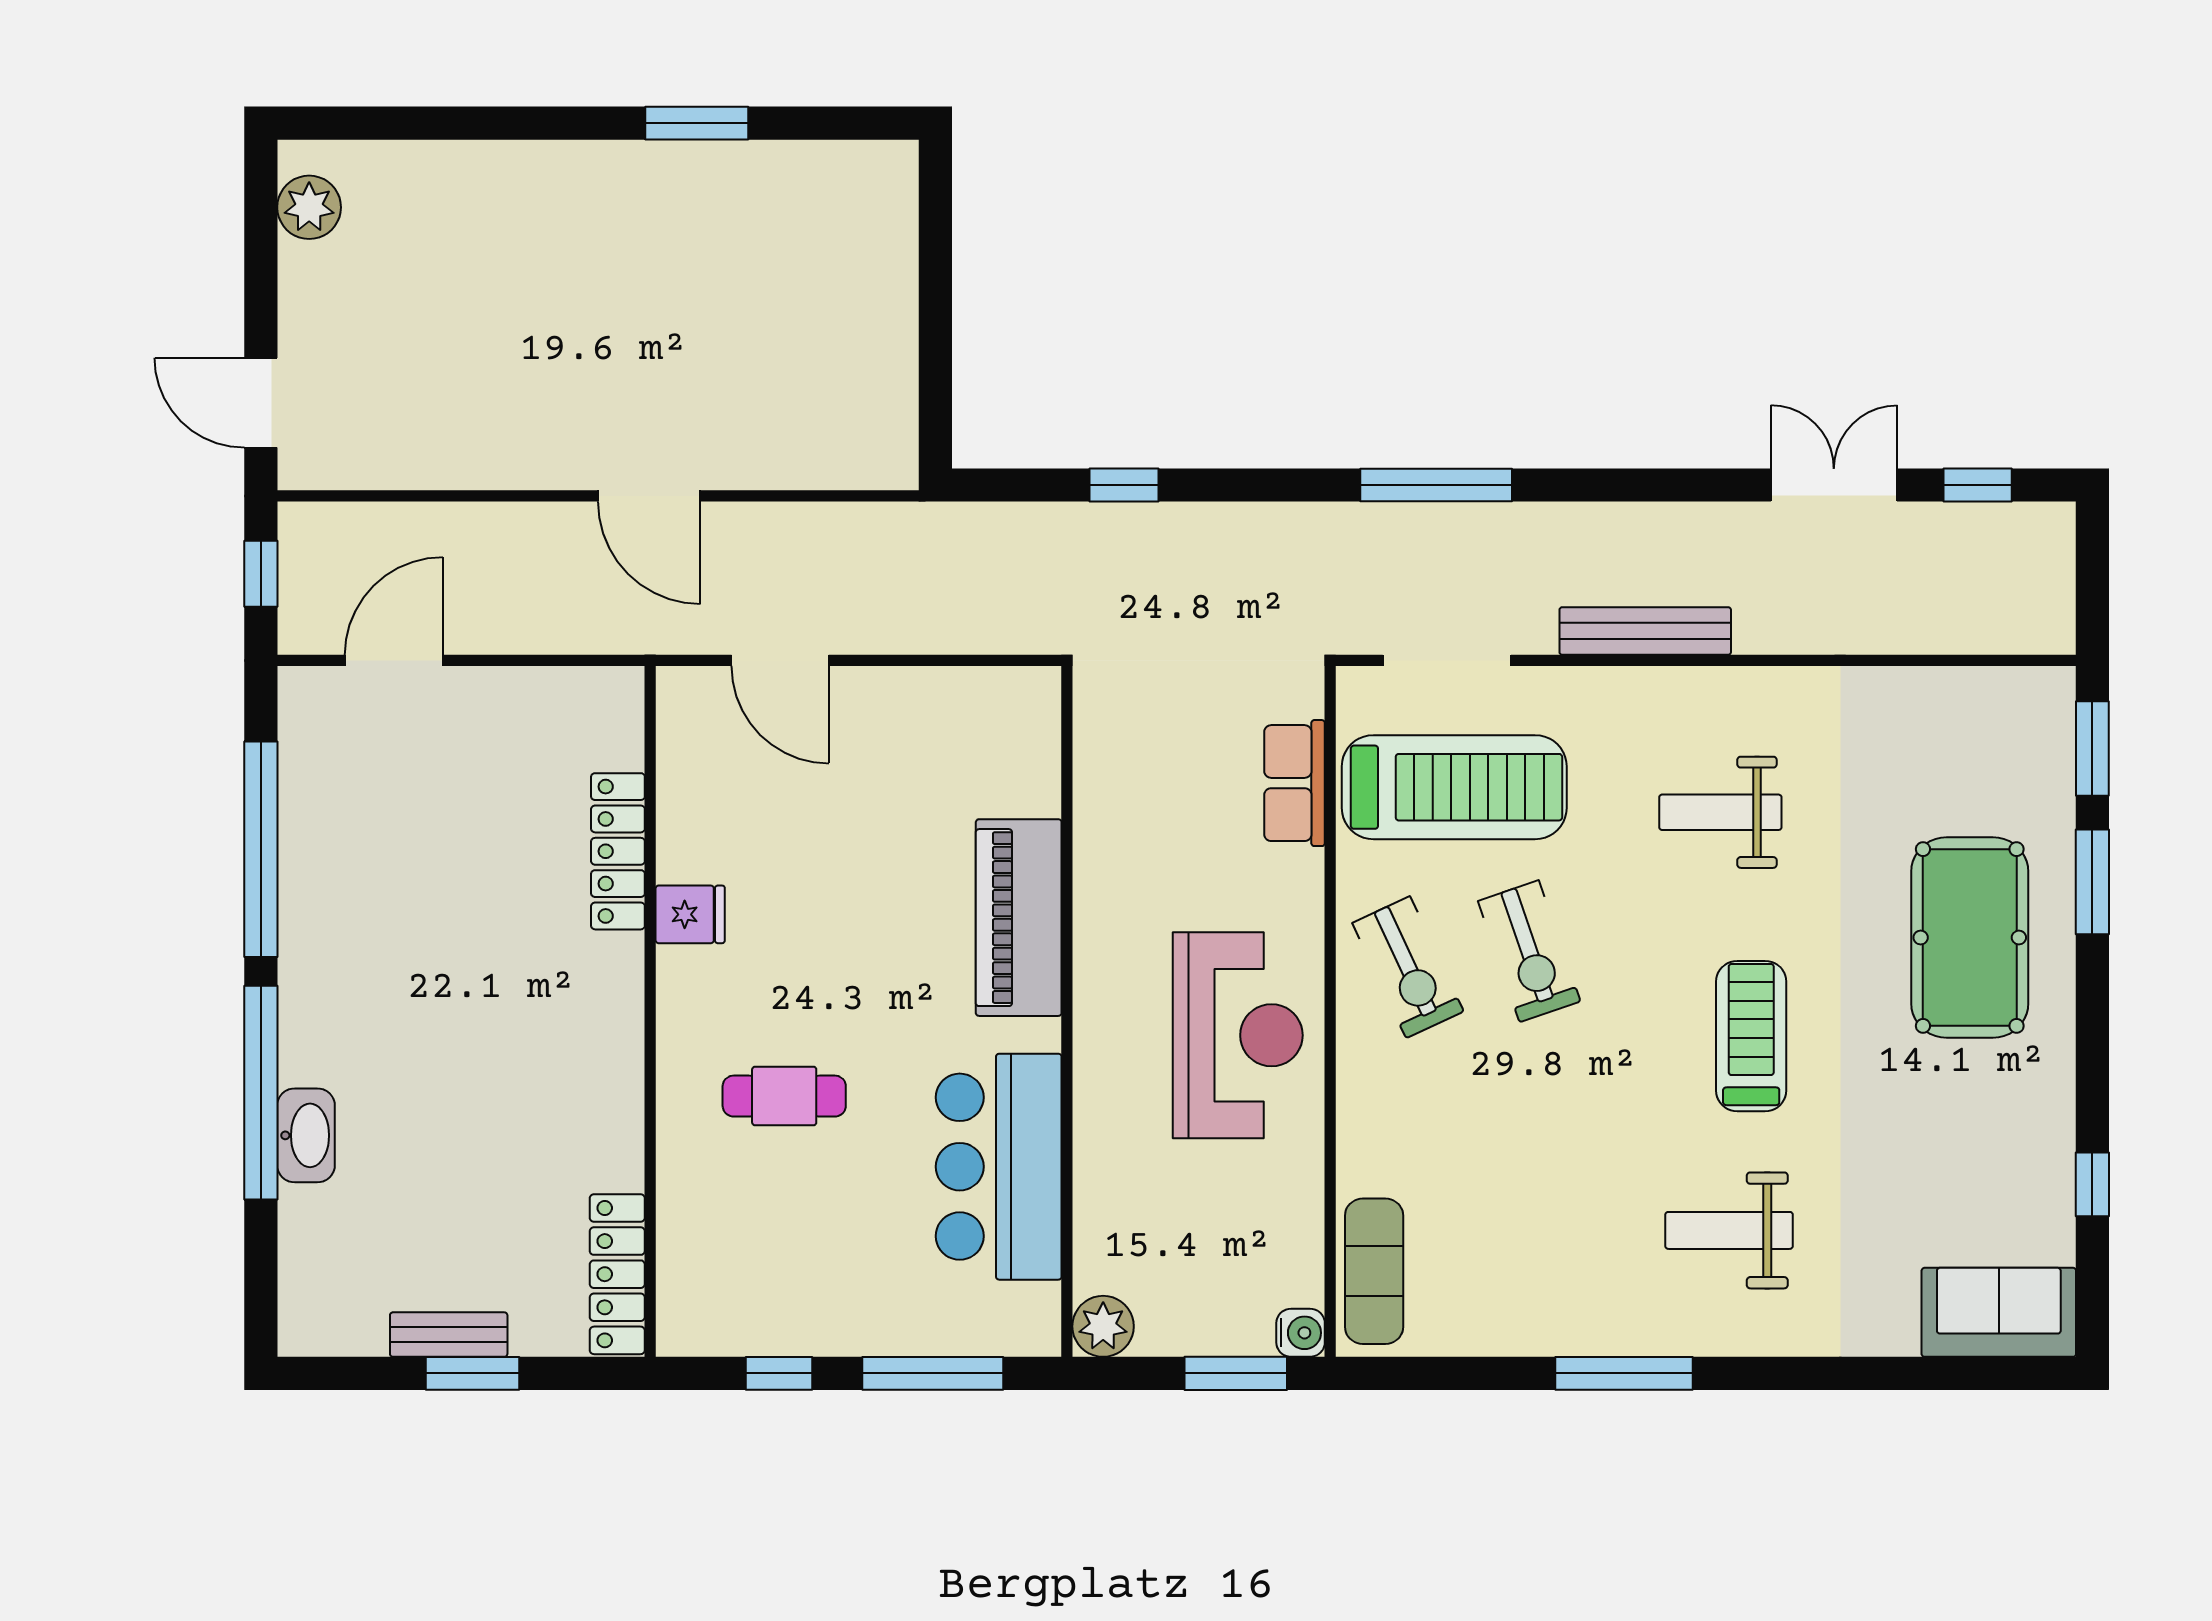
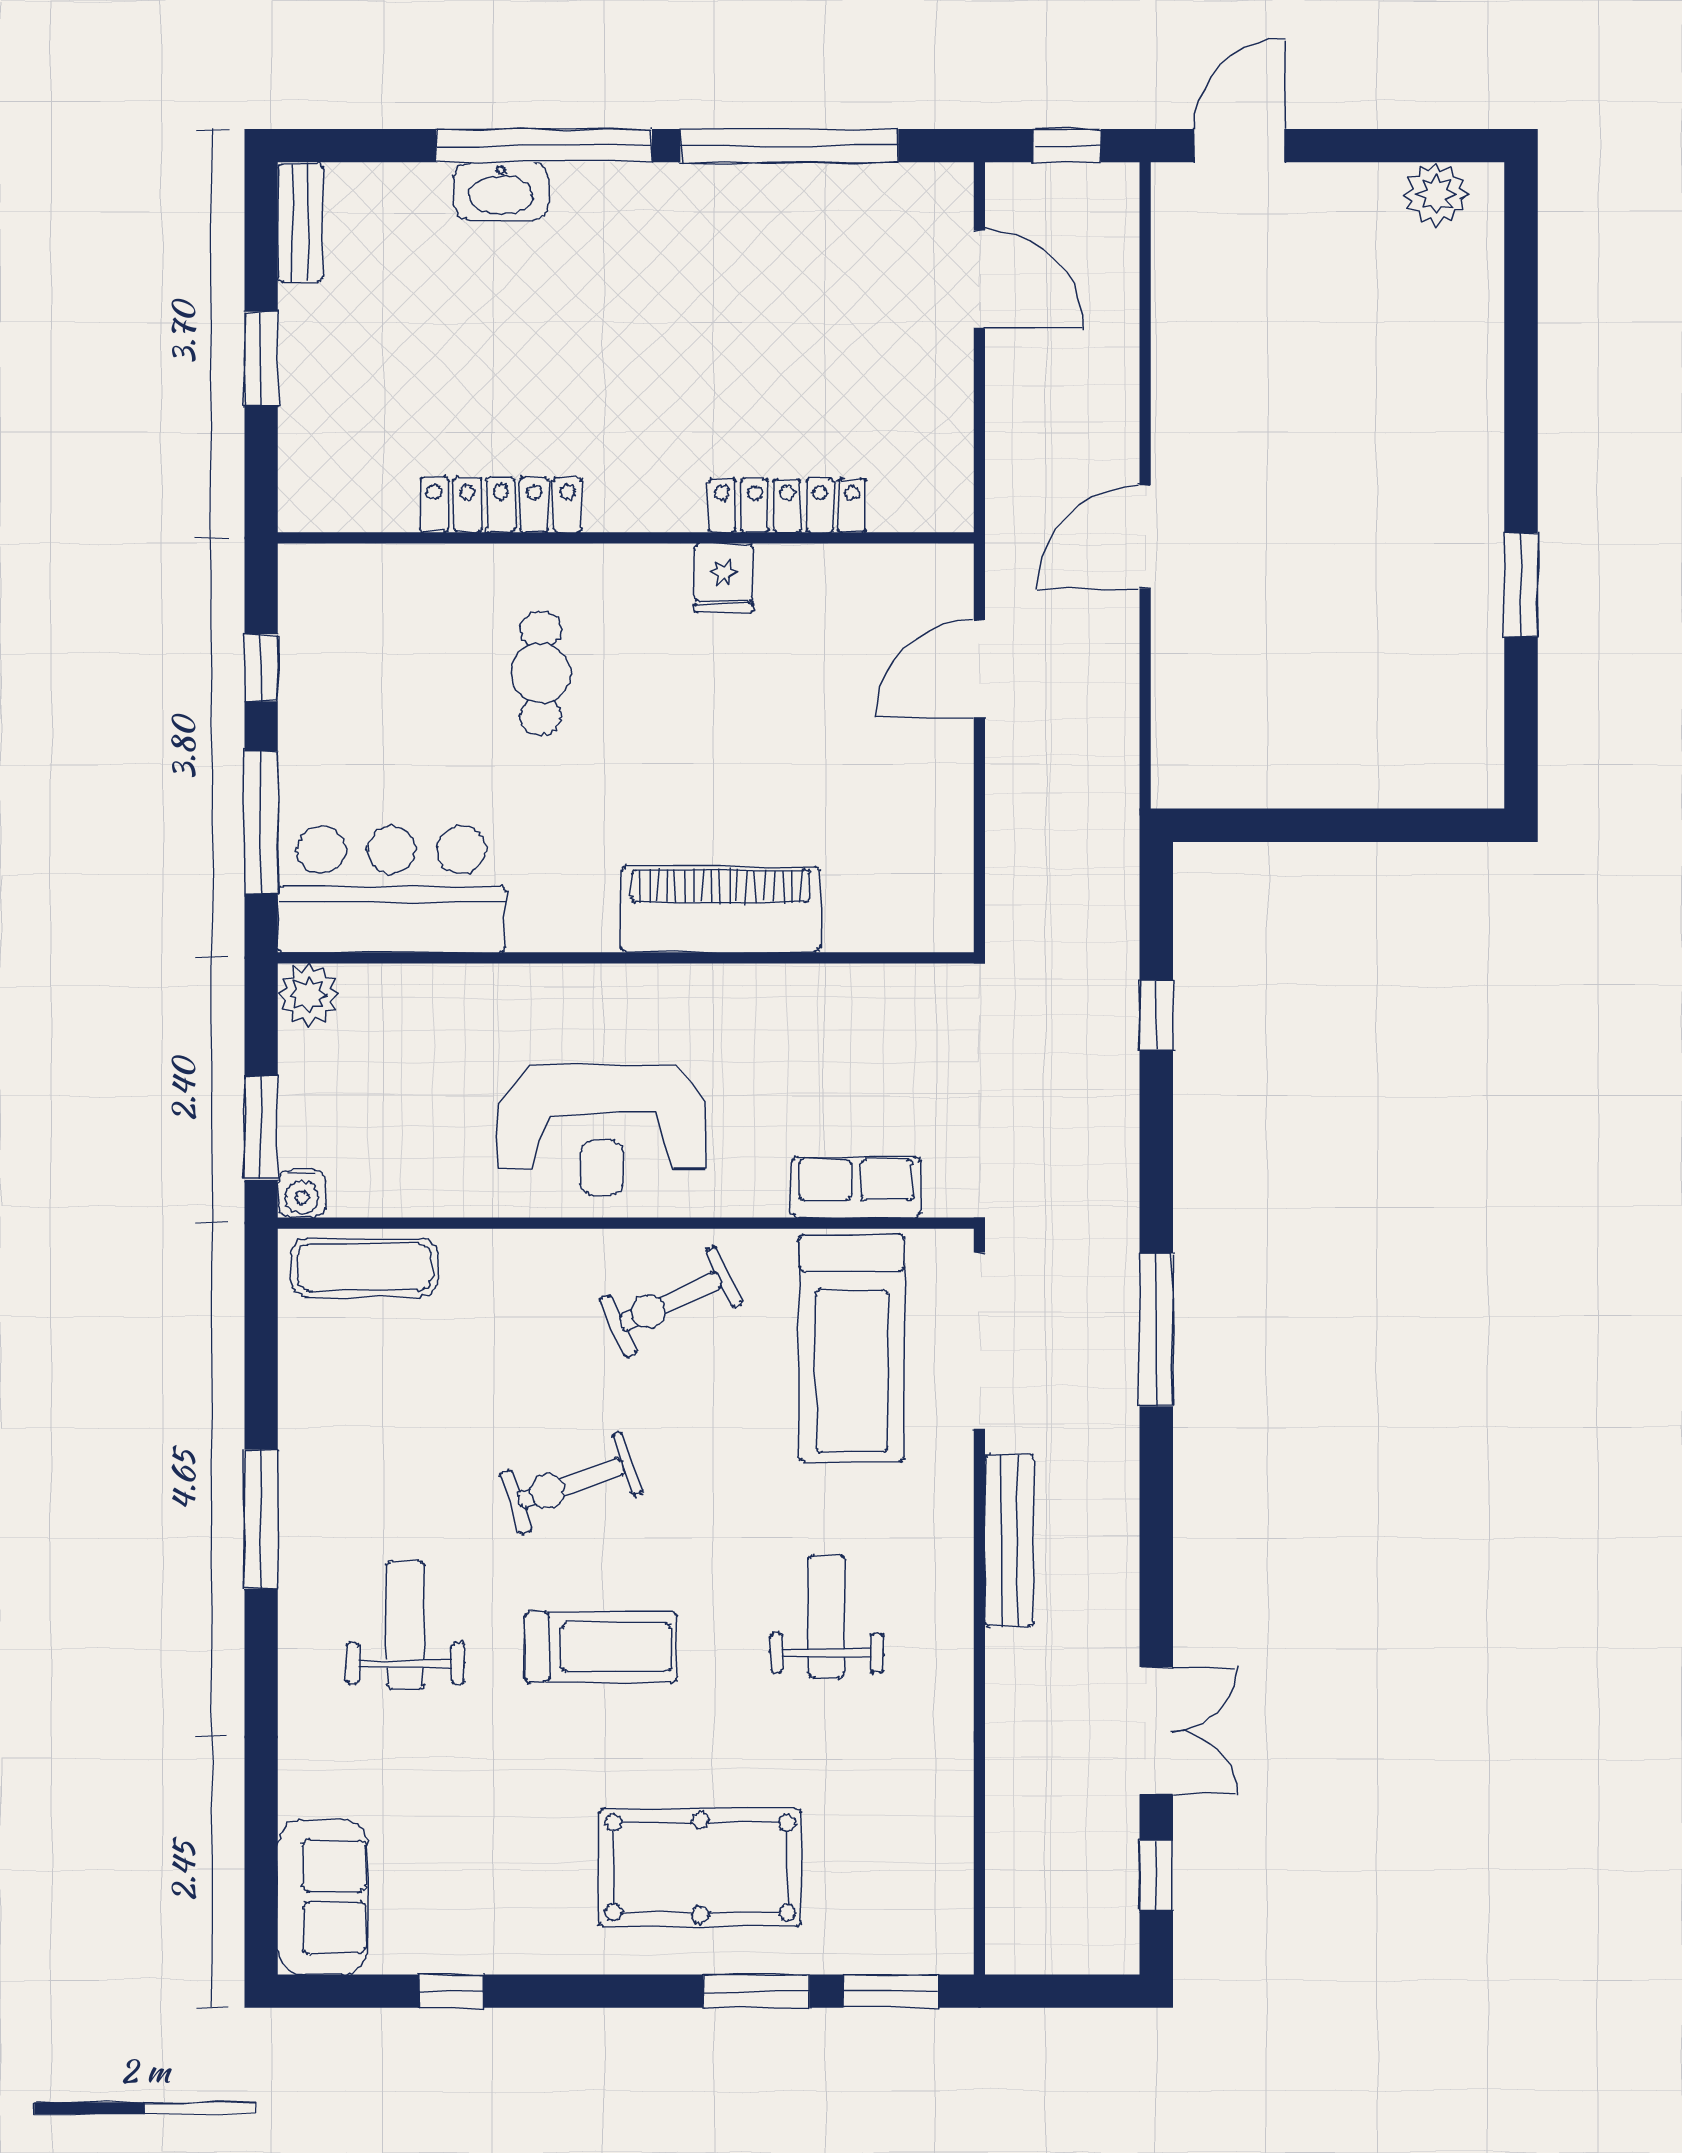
doorway: (1447, 660) -> (979, 1341), width x1.36
exercise bike: (1529, 951) -> (571, 1483), moved
bar counter: (999, 1167) -> (392, 889), moved
locker: (617, 1274) -> (501, 505), moved
bench: (449, 1335) -> (300, 222), moved

